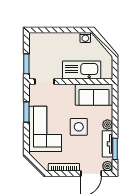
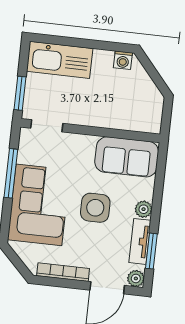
kitchen sink: (82, 70) -> (60, 60), moved, turned 180
window: (26, 112) -> (11, 173), width x1.44

